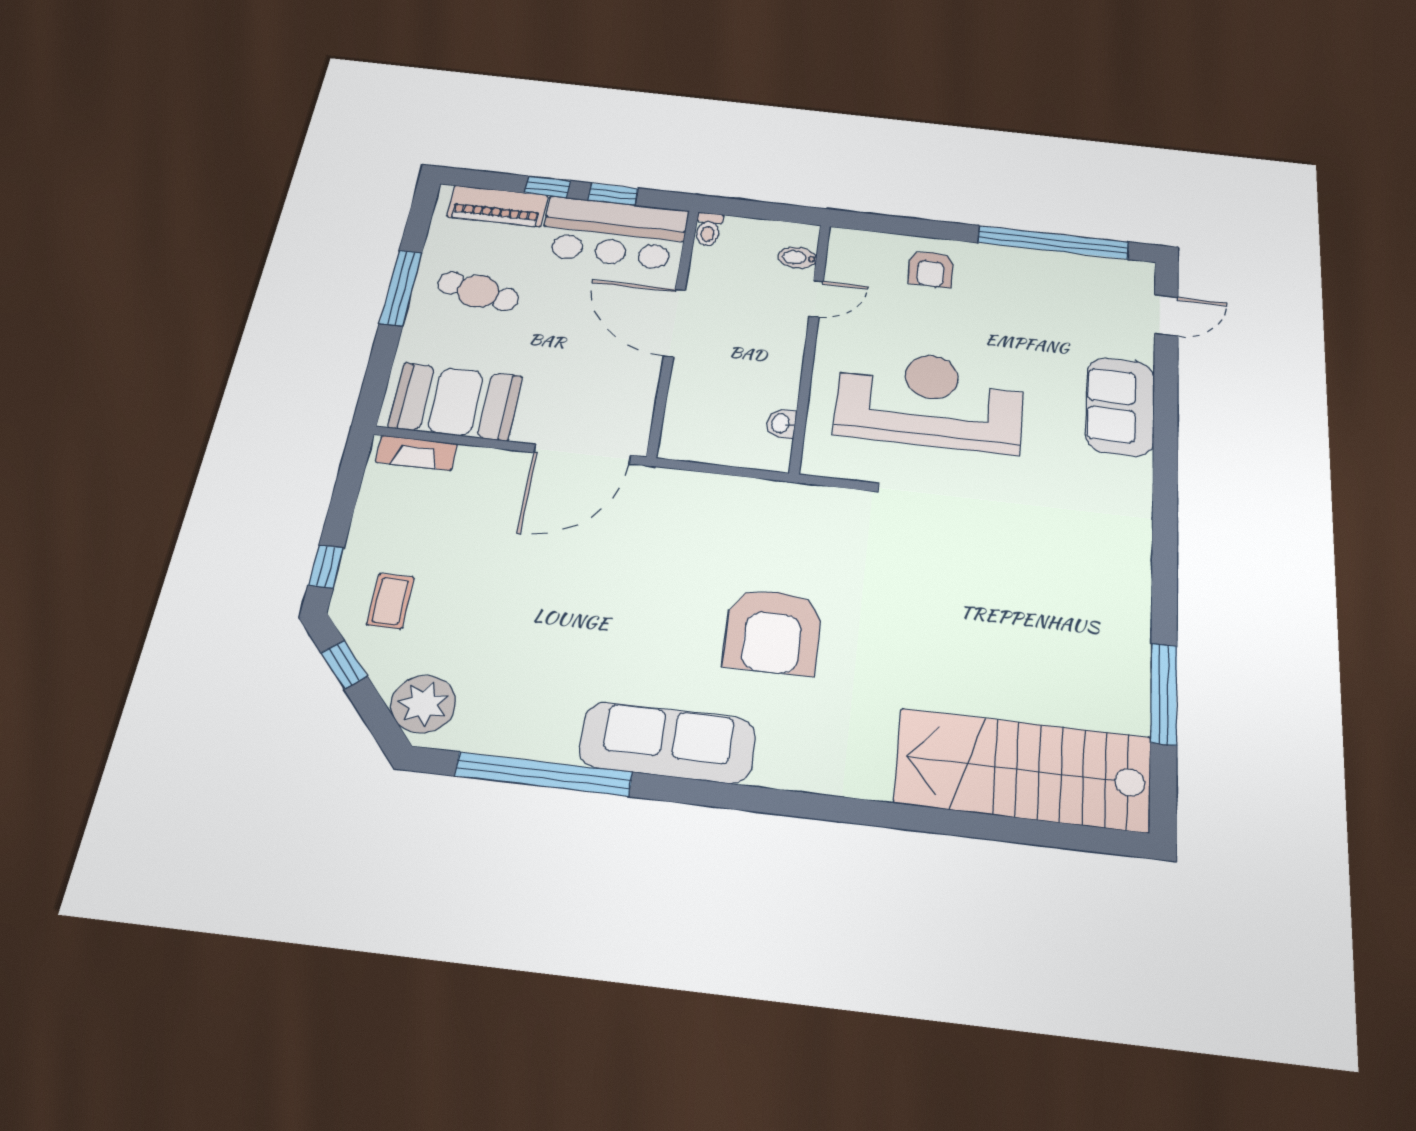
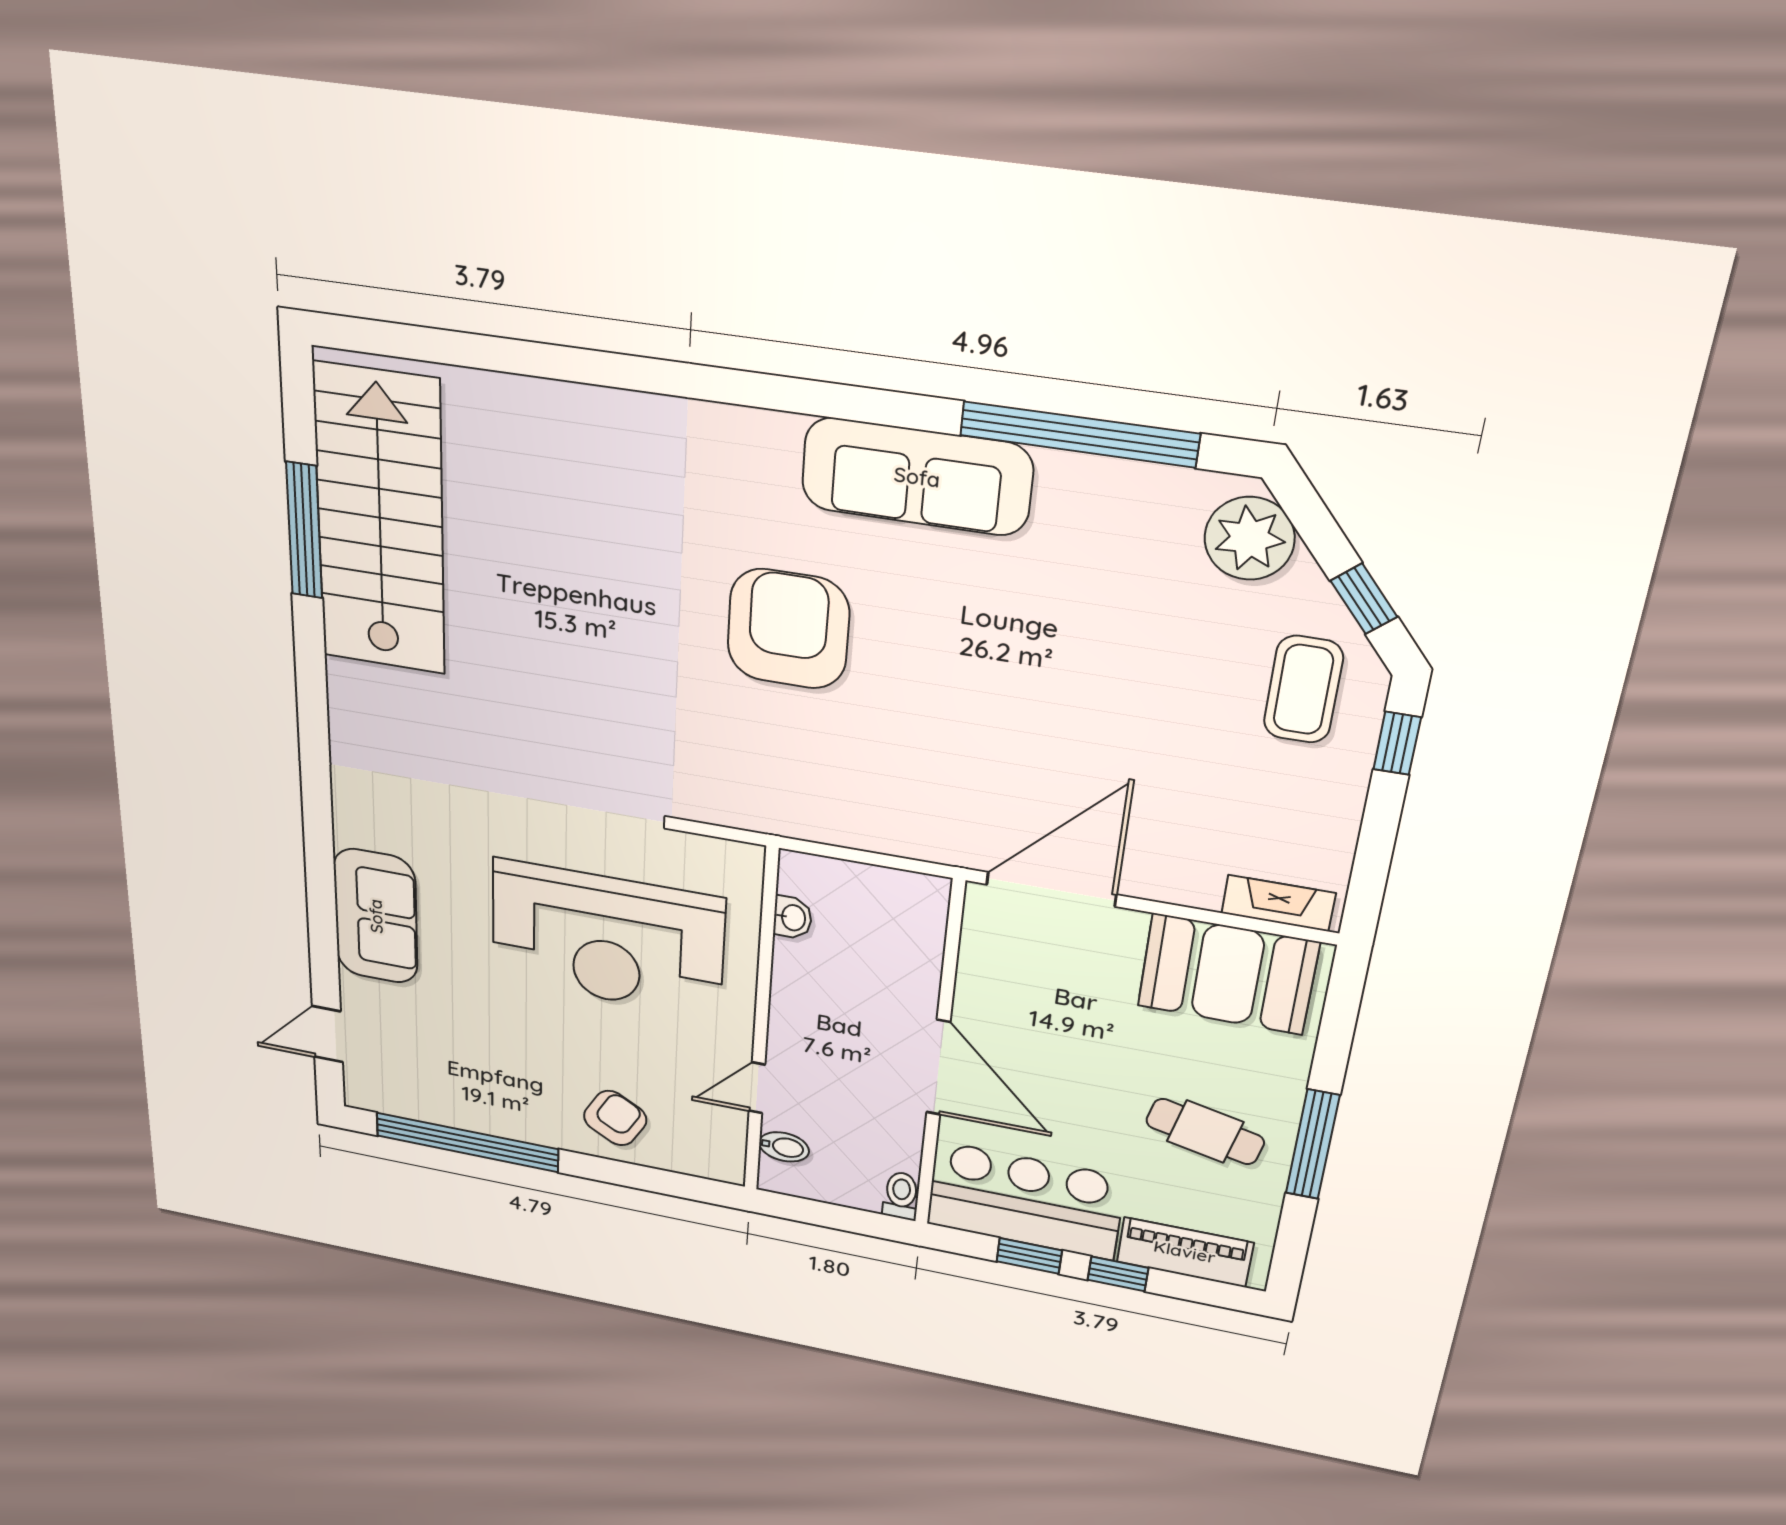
armchair: (931, 269) -> (615, 1118), turned 30
coffee table: (390, 601) -> (1303, 689), width x1.36, depth x1.30
stairs: (1023, 770) -> (380, 521), moved, turned -90

